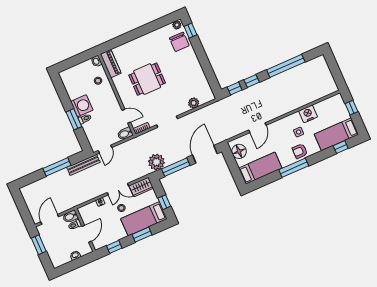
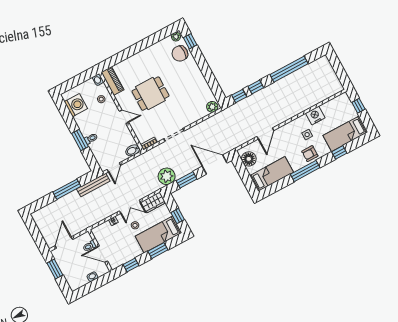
chair: (179, 42) -> (180, 53), turned 90
plant: (194, 103) -> (212, 107), moved
washing machine: (82, 106) -> (76, 105), moved
door: (126, 116) -> (124, 117), moved
window: (341, 147) -> (339, 152), moved
door: (205, 154) -> (215, 165), hinge flipped
window: (176, 167) -> (186, 180), width x0.69
bidet: (70, 217) -> (84, 238), removed
door: (87, 234) -> (102, 254), swing flipped

